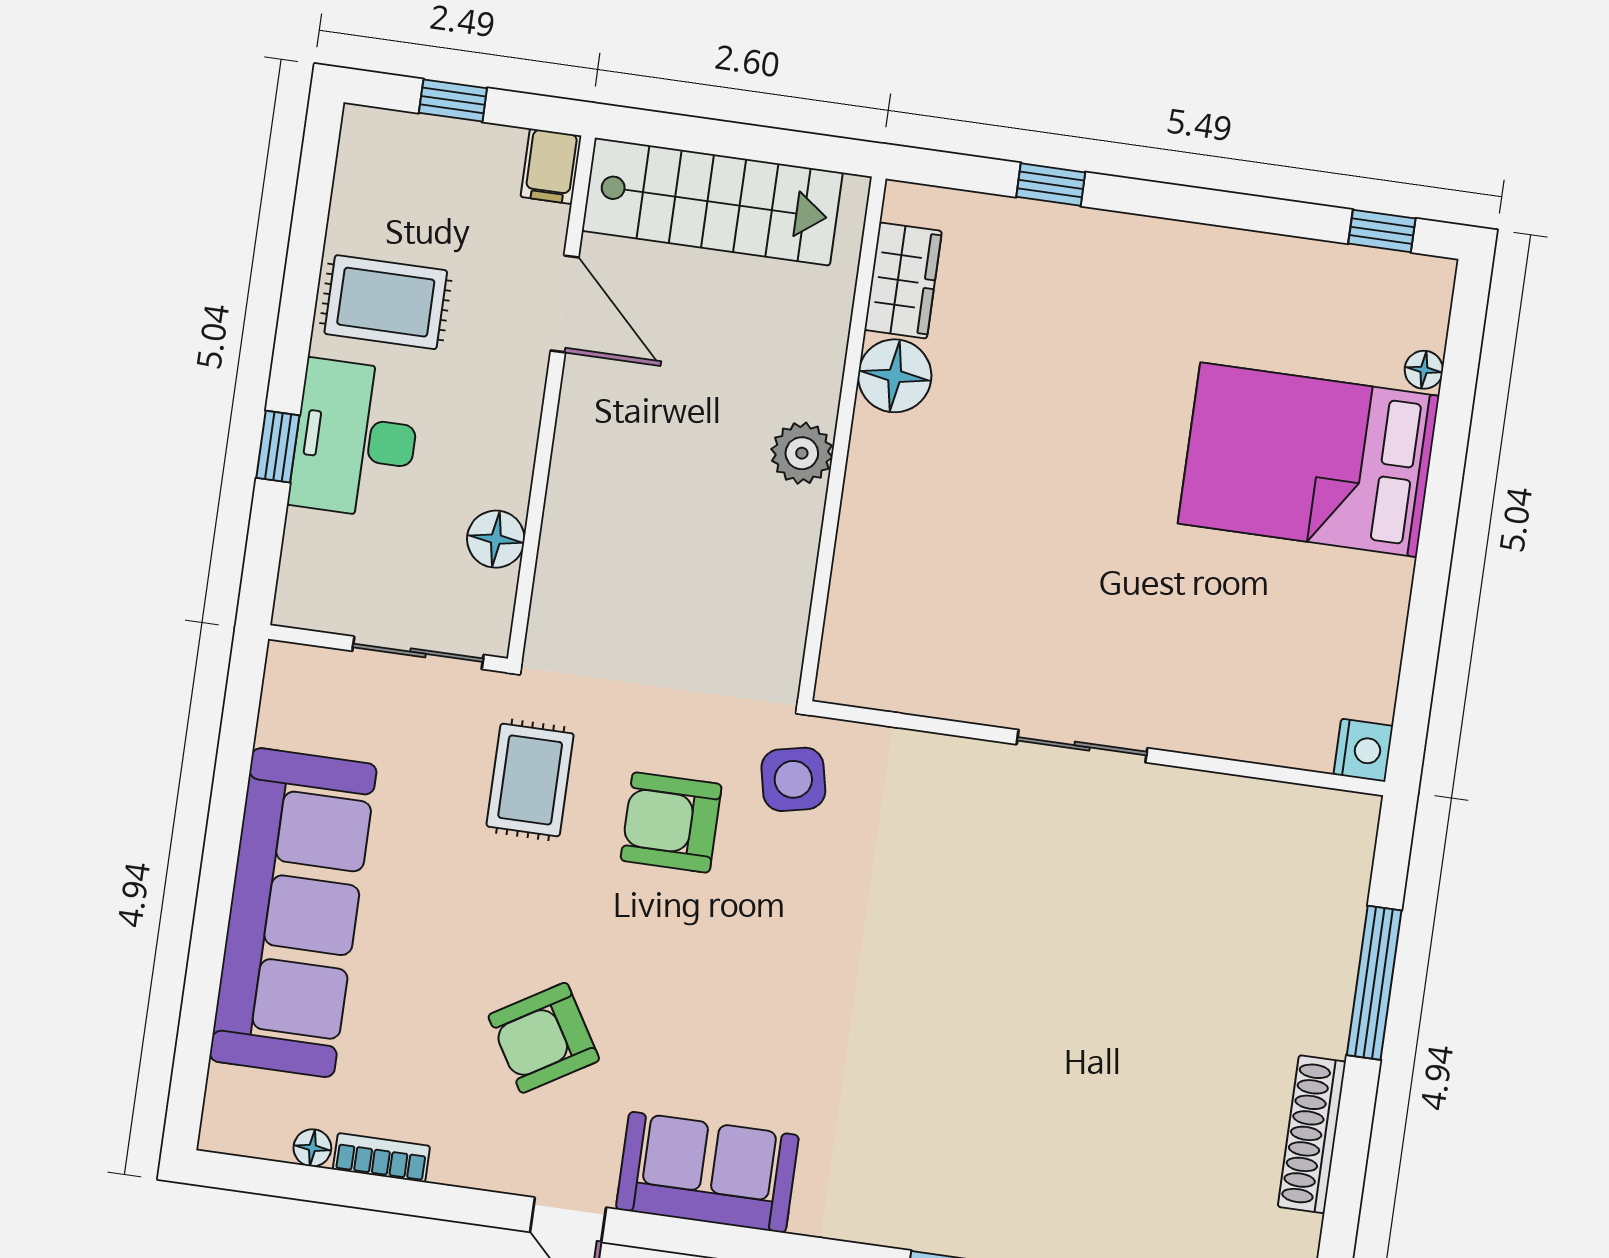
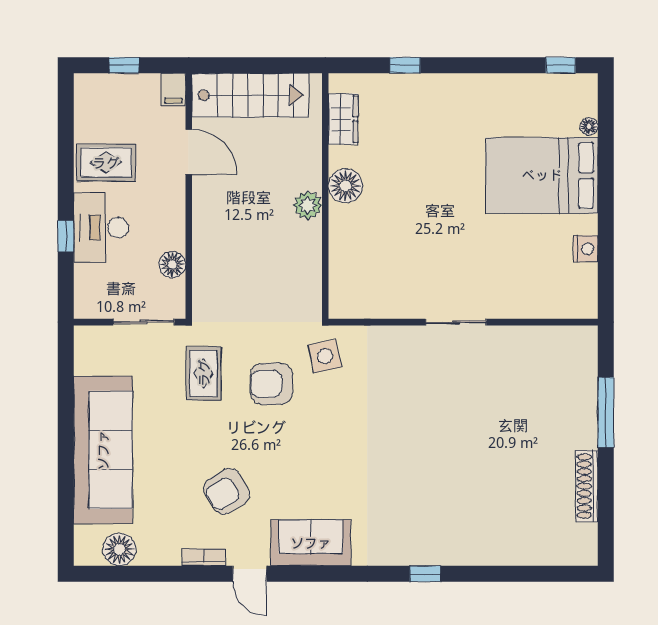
floor lamp: (895, 376) -> (345, 186), moved
nightstand: (1363, 750) -> (586, 249), moved
floor lamp: (312, 1148) -> (119, 549), width x1.89, depth x1.89
bookcase: (381, 1158) -> (204, 557), moved

